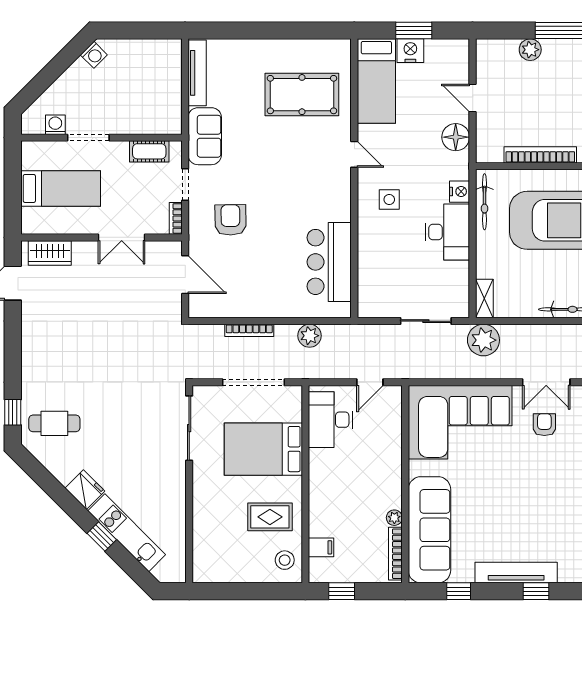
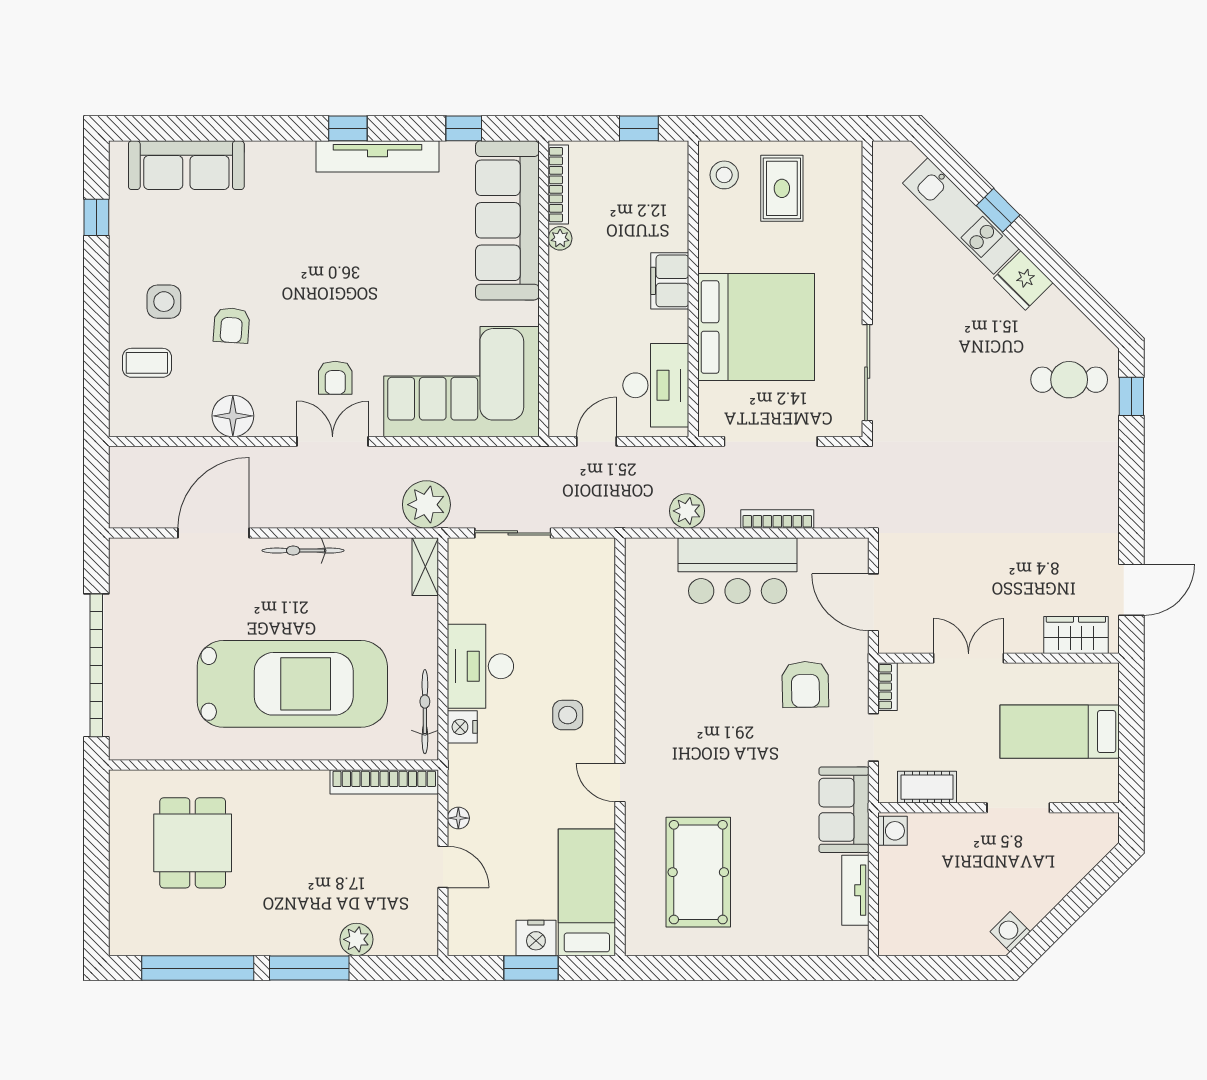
tv unit: (197, 73) -> (855, 890), width x0.71
pool table: (302, 95) -> (698, 872), turned 90
washing machine: (55, 125) -> (893, 831), moved, turned -90
floor lamp: (456, 137) -> (458, 818), width x0.53, depth x0.53
bookcase: (540, 155) -> (384, 782), moved
bar counter: (329, 262) -> (738, 571), moved, turned 90
bed: (263, 449) -> (756, 327), width x1.36
rug: (270, 517) -> (782, 188), moved, turned 90
filing cabinet: (321, 547) -> (670, 281), moved, width x2.00

